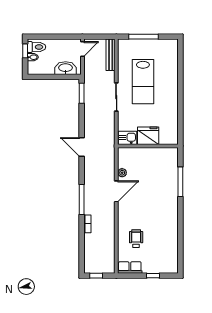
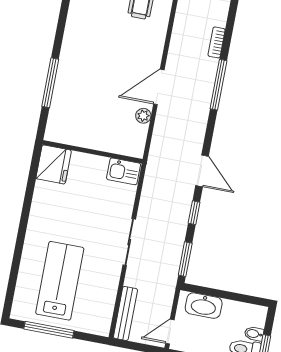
window: (143, 37) -> (49, 330), moved
lab bench: (143, 82) -> (60, 281), moved
window: (82, 122) -> (194, 213), added
fridge: (148, 136) -> (54, 164), moved, turned -90

